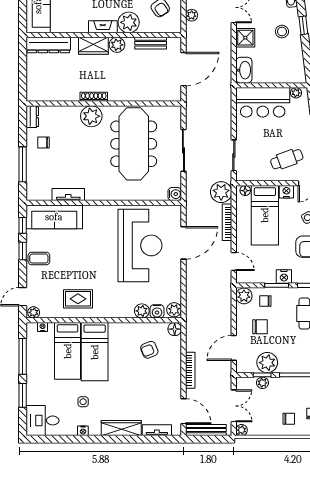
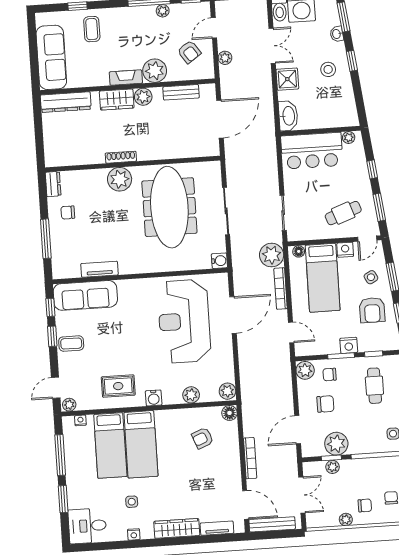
reception desk: (140, 245) -> (184, 321), turned 180
water cooler: (157, 311) -> (154, 398), moved
plant: (242, 430) -> (346, 519), moved

